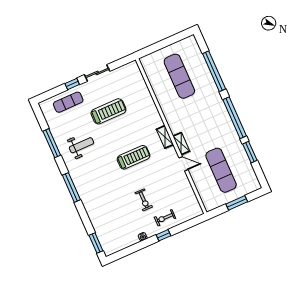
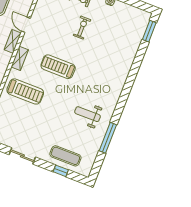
window: (72, 84) -> (61, 171), moved
treadmill: (108, 111) -> (25, 91), moved, turned 180
window: (71, 187) -> (126, 90), removed

